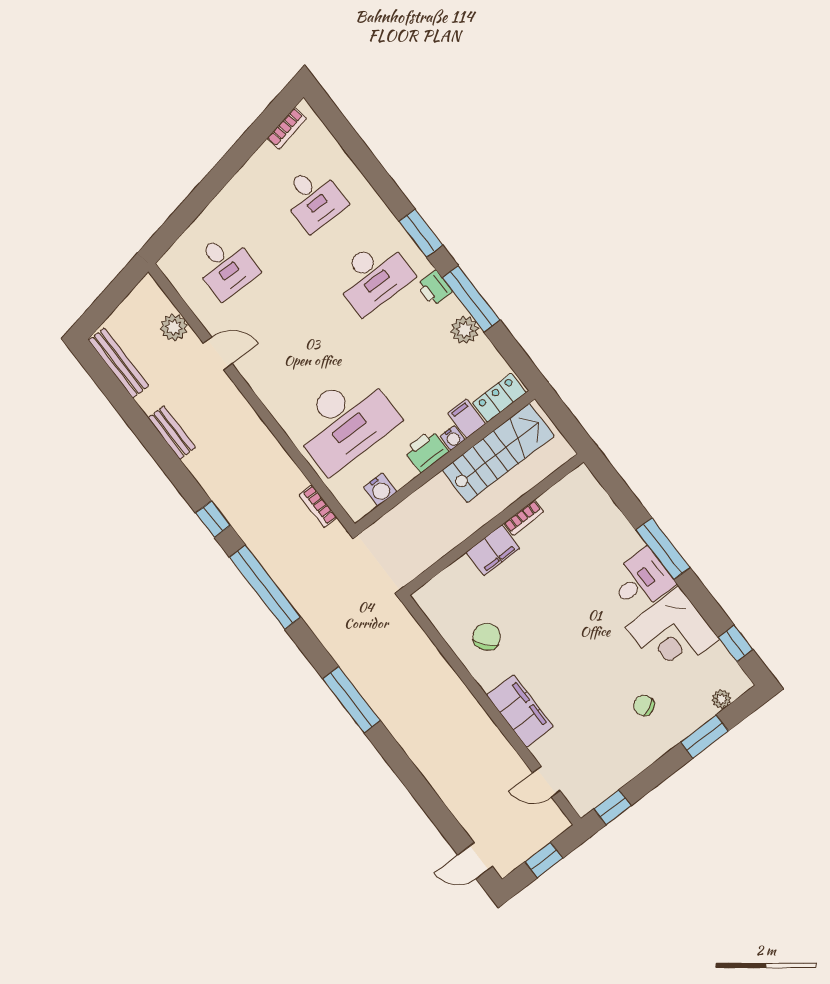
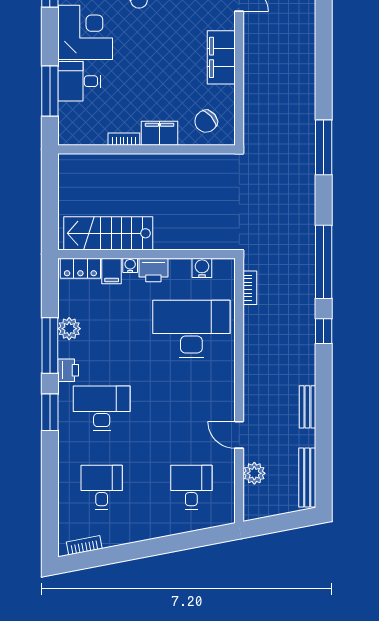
bookcase: (524, 518) -> (124, 139), moved
wall: (494, 525) -> (146, 149), moved
filing cabinet: (493, 550) -> (159, 133), moved

